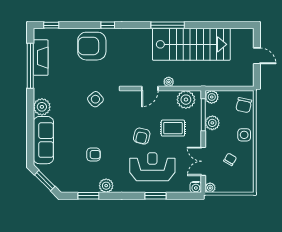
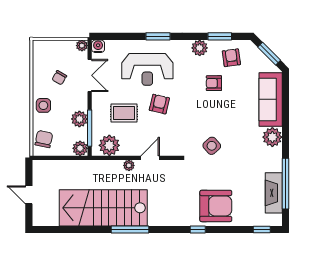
armchair: (78, 177) -> (231, 58), added
window: (156, 196) -> (158, 36), moved

